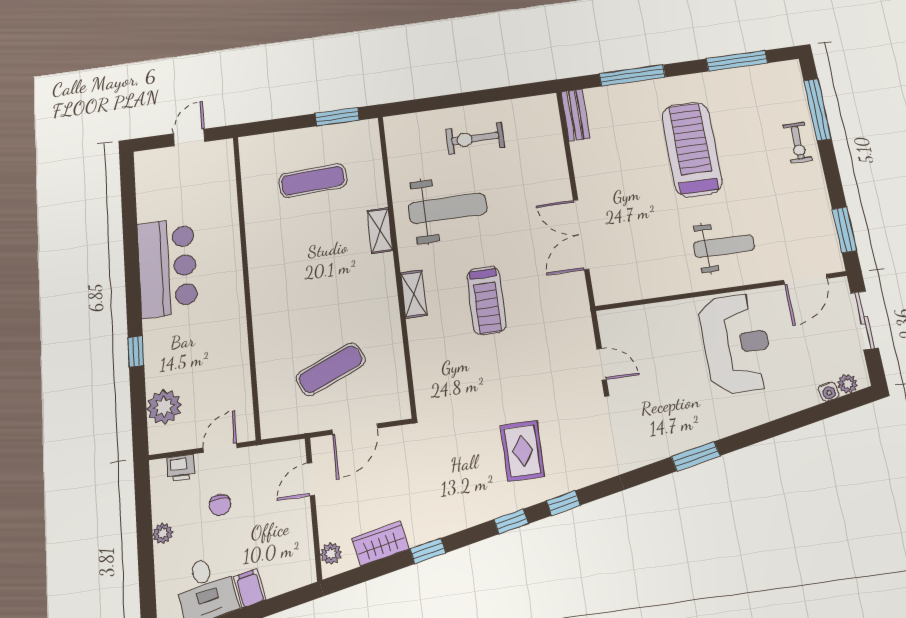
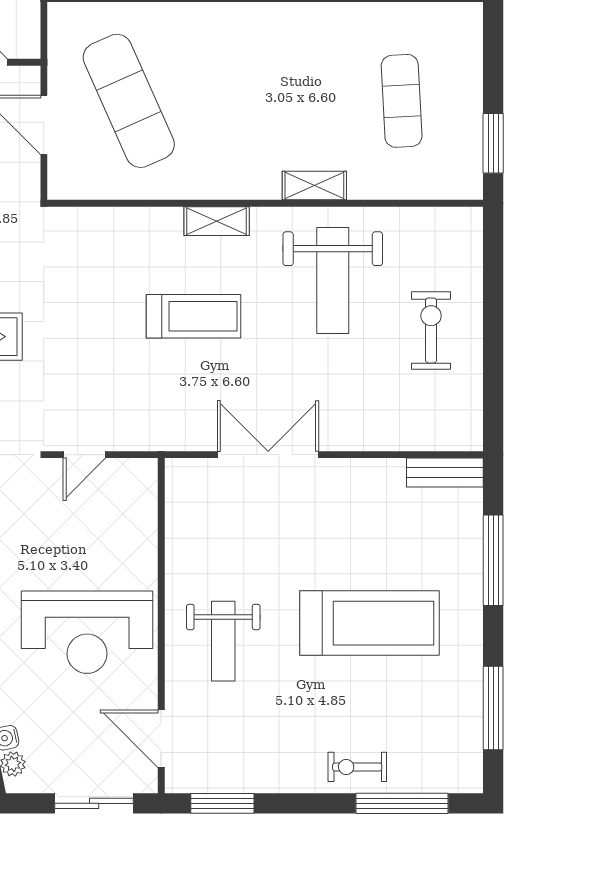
treadmill: (486, 300) -> (194, 316), turned 180
exercise mat: (331, 369) -> (129, 101), width x1.36, depth x1.45

